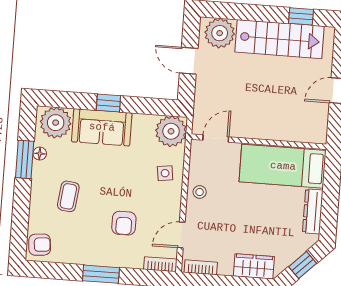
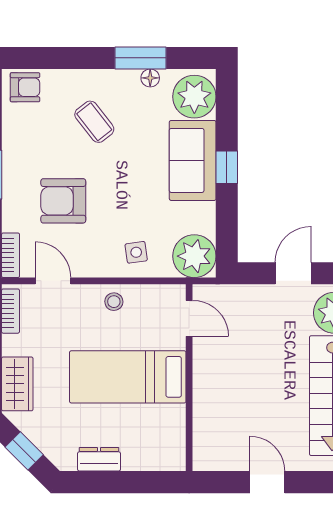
bed: (283, 166) -> (128, 377), moved, turned -90
coffee table: (68, 196) -> (94, 122), turned 45
dresser: (313, 211) -> (99, 459), width x0.70
armchair: (124, 223) -> (63, 201), width x1.38, depth x1.38
armchair: (40, 245) -> (25, 87), turned -85

